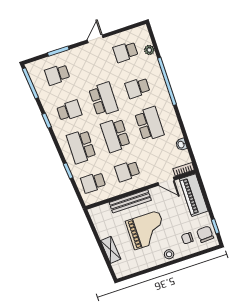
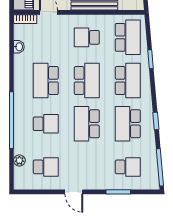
door: (95, 39) -> (74, 192), hinge flipped
school desk: (69, 111) -> (128, 124), width x1.85
school desk: (127, 171) -> (87, 37), turned 180
school desk: (93, 182) -> (128, 37), width x1.85

